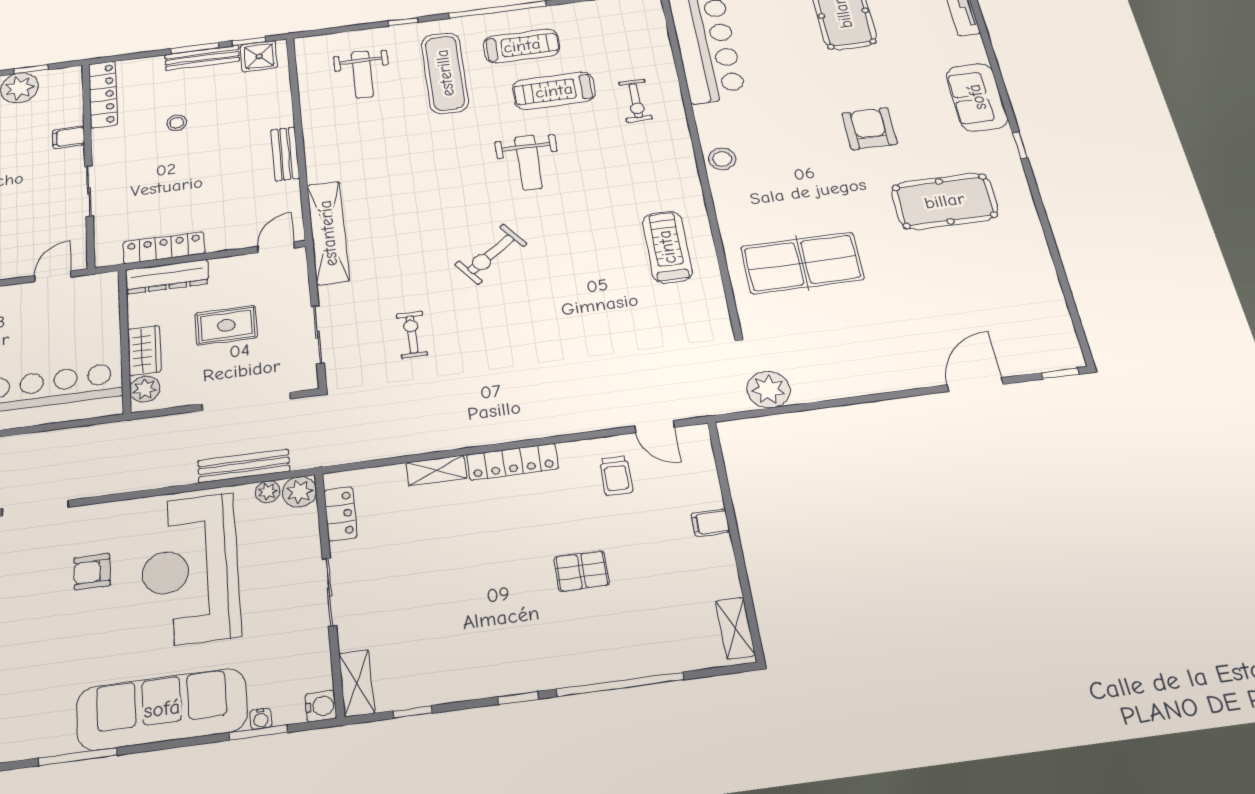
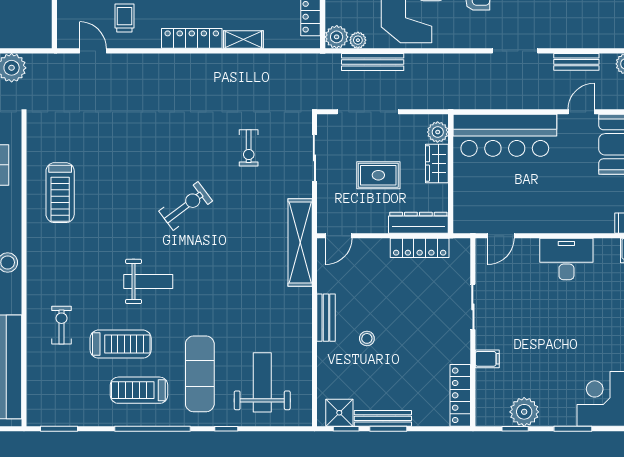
weight bench: (362, 75) -> (262, 382), width x1.36, depth x1.33
stool: (177, 123) -> (367, 338), moved
weight bench: (529, 163) -> (148, 281), turned 90

